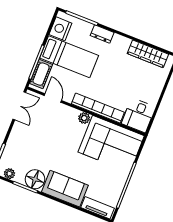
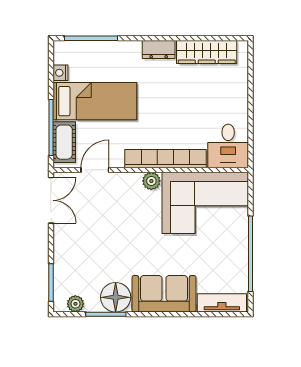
nightstand: (60, 29) -> (60, 73), width x0.53, depth x0.56
dresser: (102, 34) -> (159, 50), moved
door: (53, 98) -> (95, 170), hinge flipped

